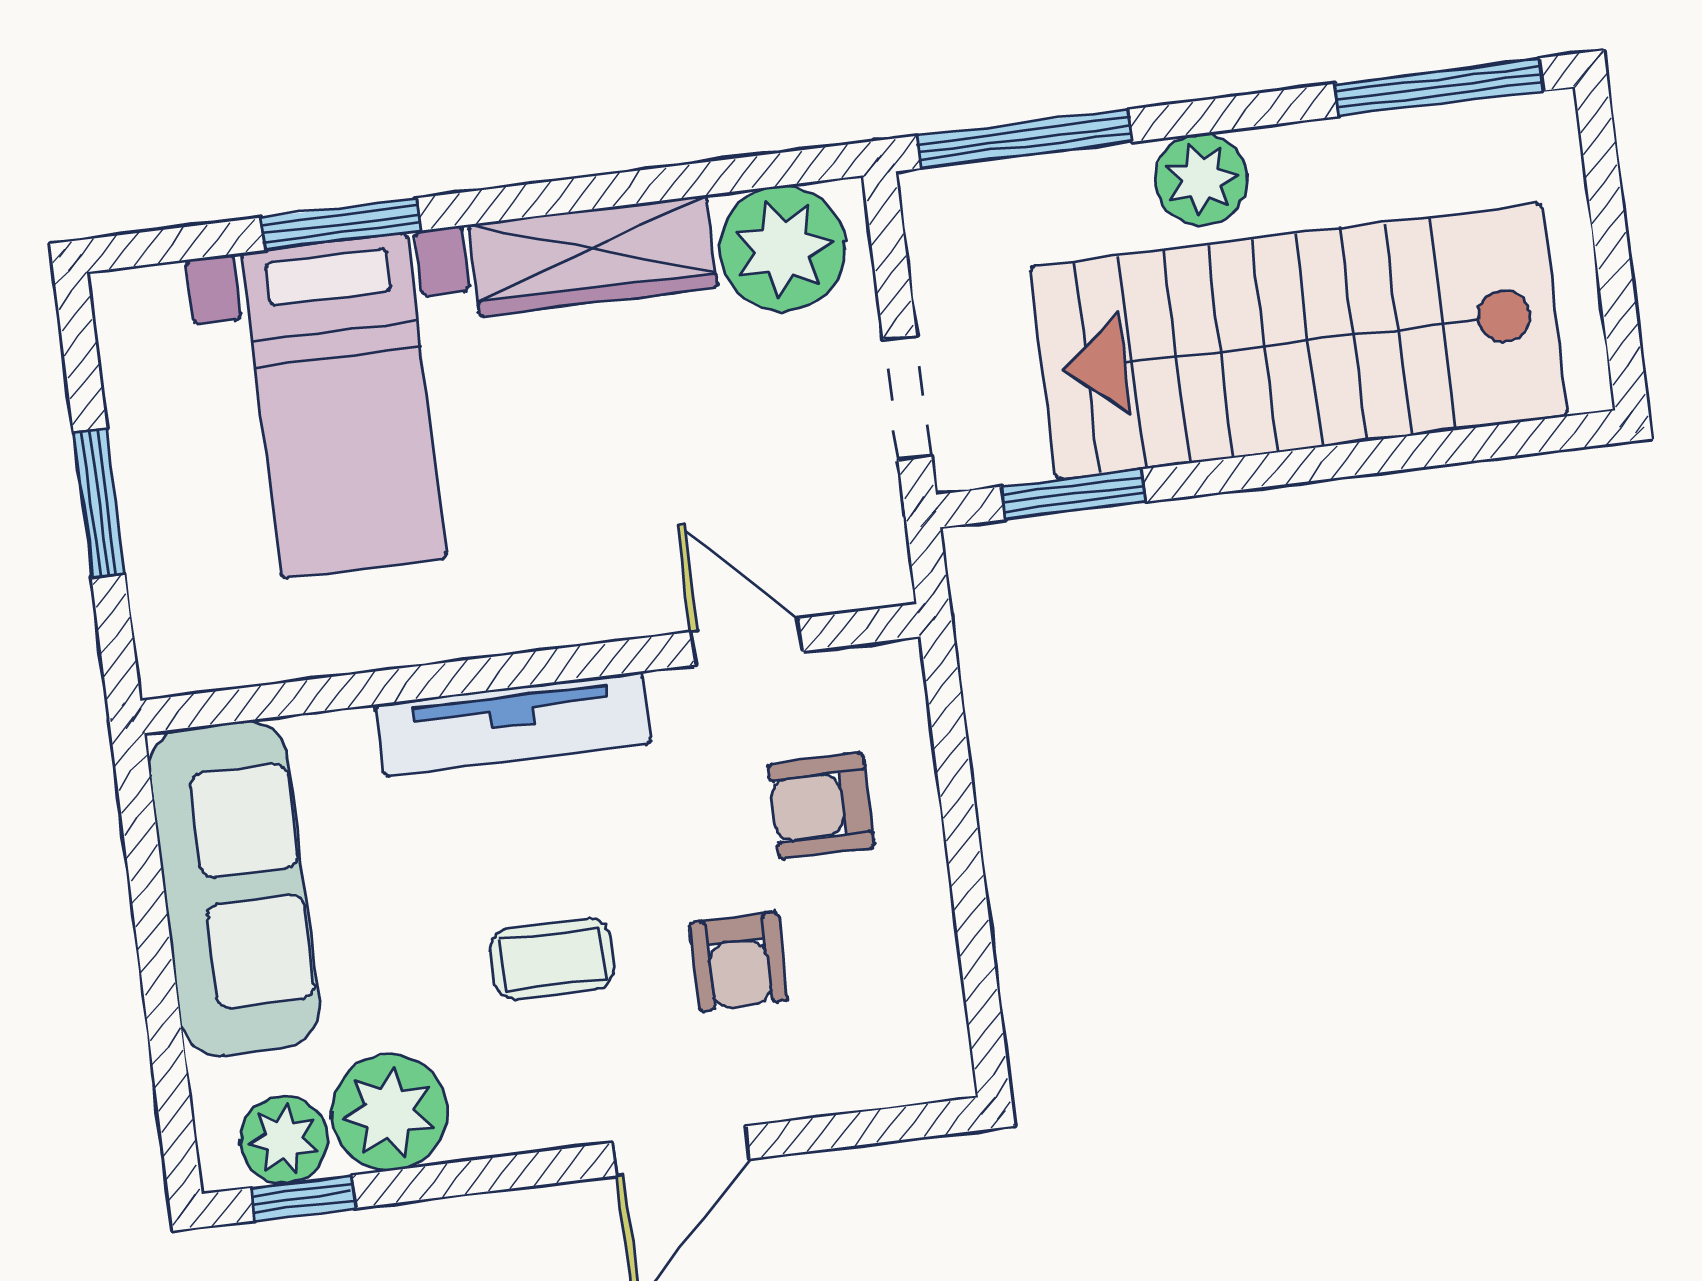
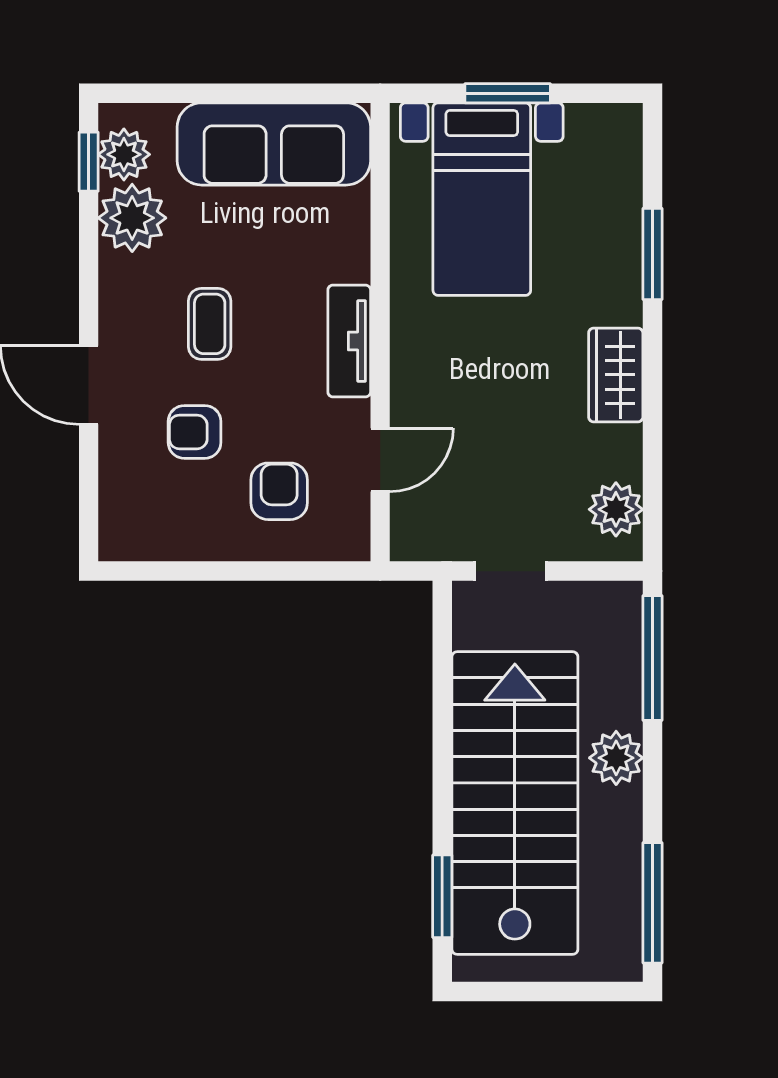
plant: (783, 249) -> (616, 509), width x0.73, depth x0.73
wardrobe: (593, 256) -> (616, 375), width x0.67
bed with nightstands: (344, 406) -> (482, 199), moved, turned -90
window: (1074, 494) -> (442, 896), moved
tv unit: (513, 724) -> (349, 341), width x0.71

